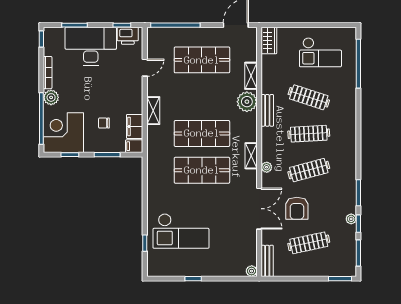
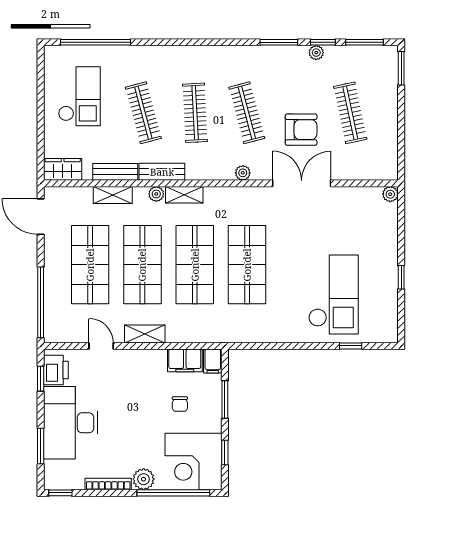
shop shelf: (202, 97) -> (142, 265), added
clothes rail: (309, 97) -> (143, 113), turned -33
plant: (247, 102) -> (156, 194), width x0.53, depth x0.53
shelving: (153, 111) -> (145, 334), moved
shelving: (251, 156) -> (184, 195), moved
bench: (267, 261) -> (115, 172), moved

